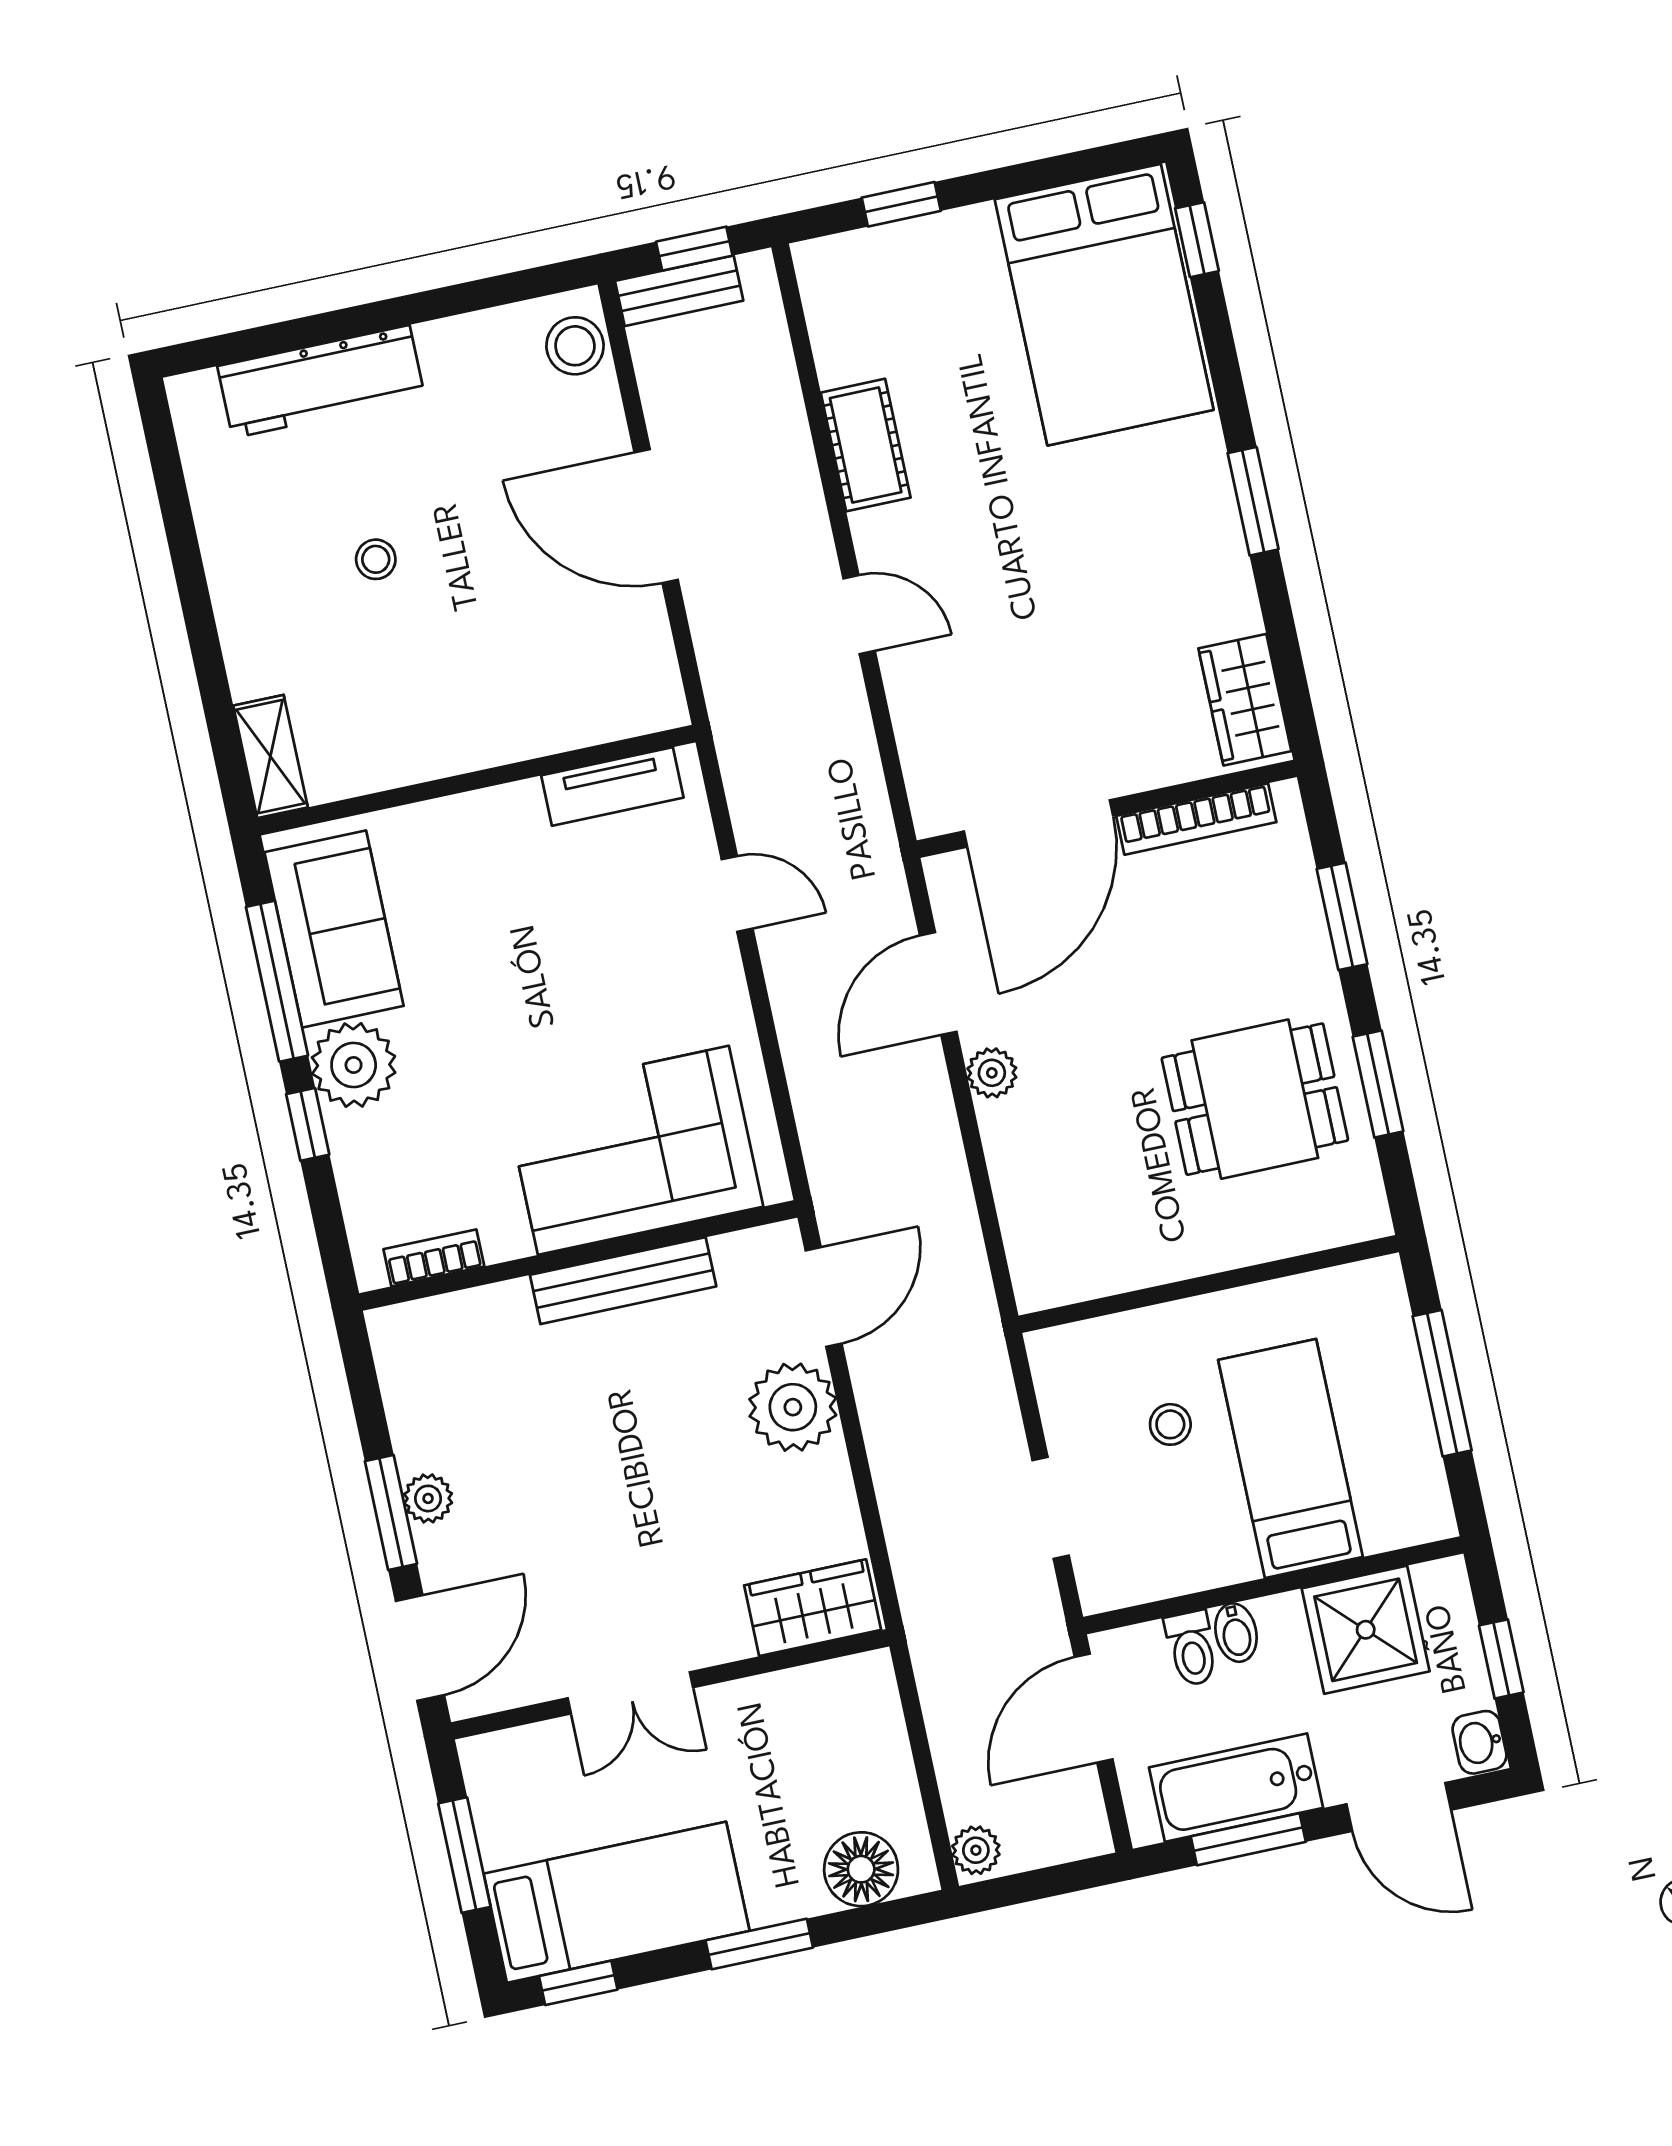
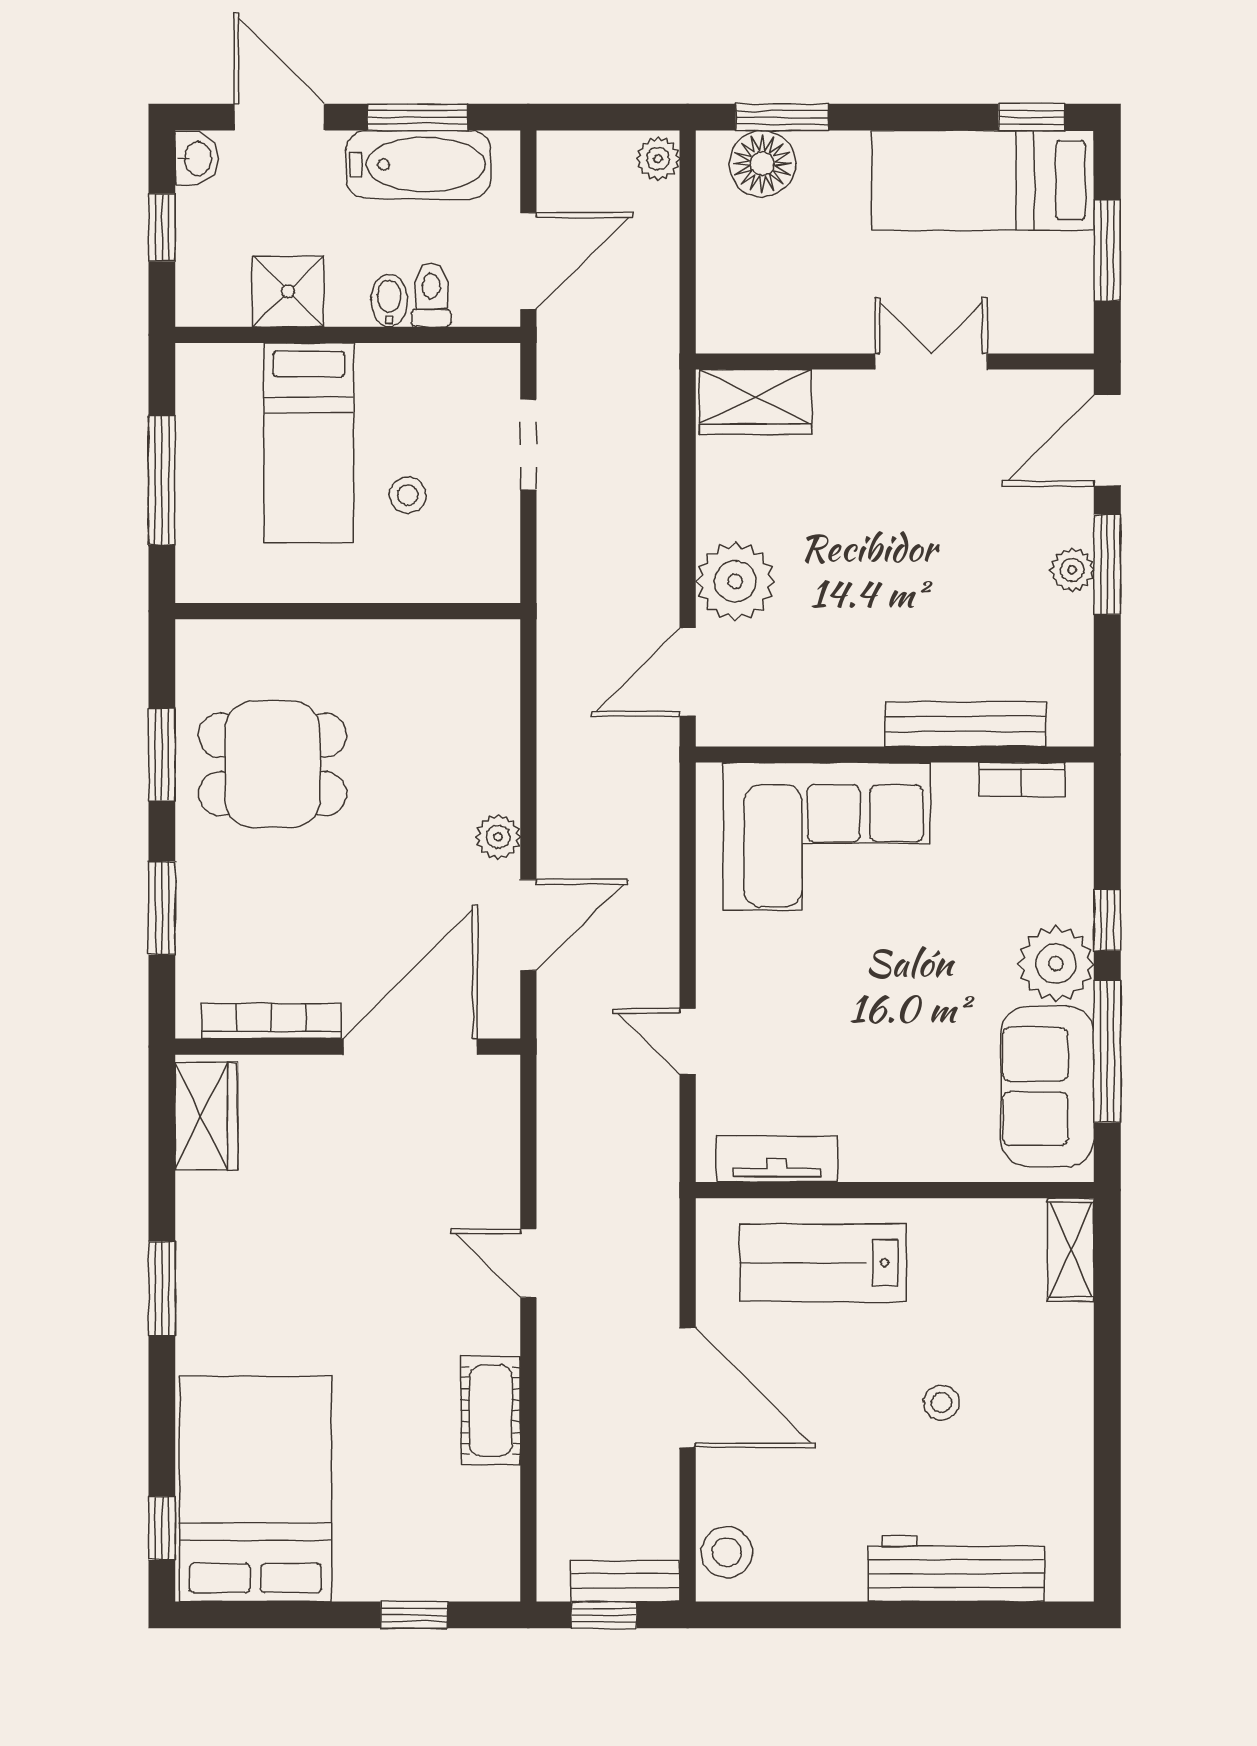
lab bench: (538, 684) -> (823, 1263), added
bench: (623, 1281) -> (966, 724), moved
shower: (1366, 1630) -> (288, 291), width x0.73, depth x0.73
window: (759, 1944) -> (782, 117), moved

